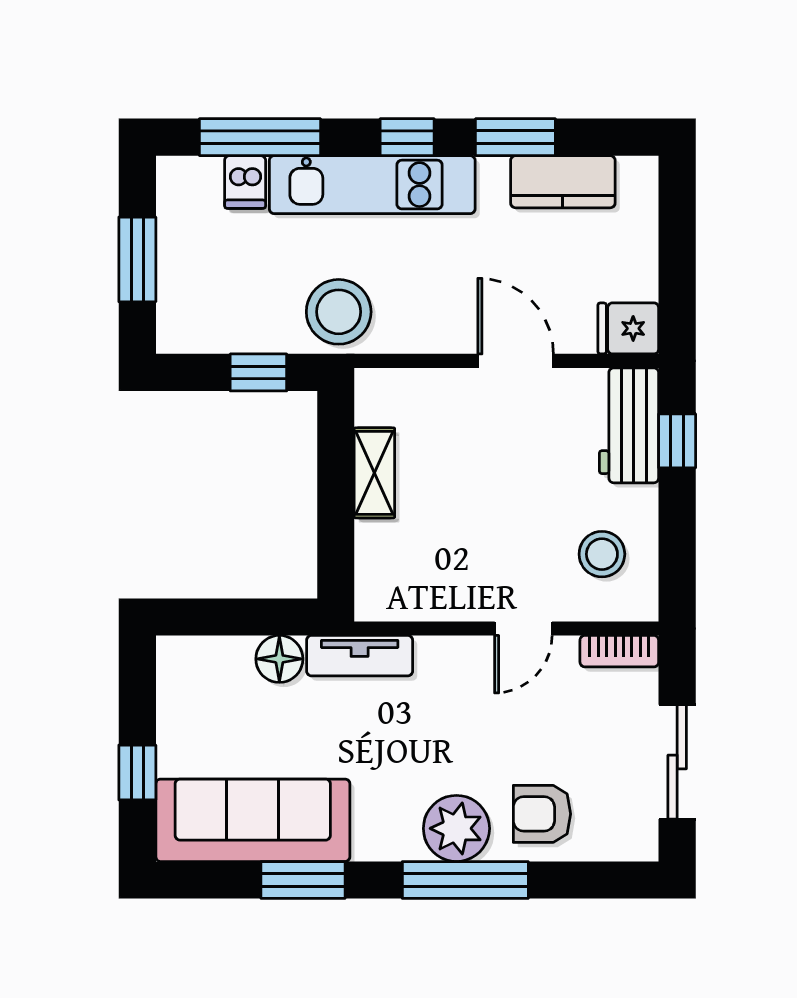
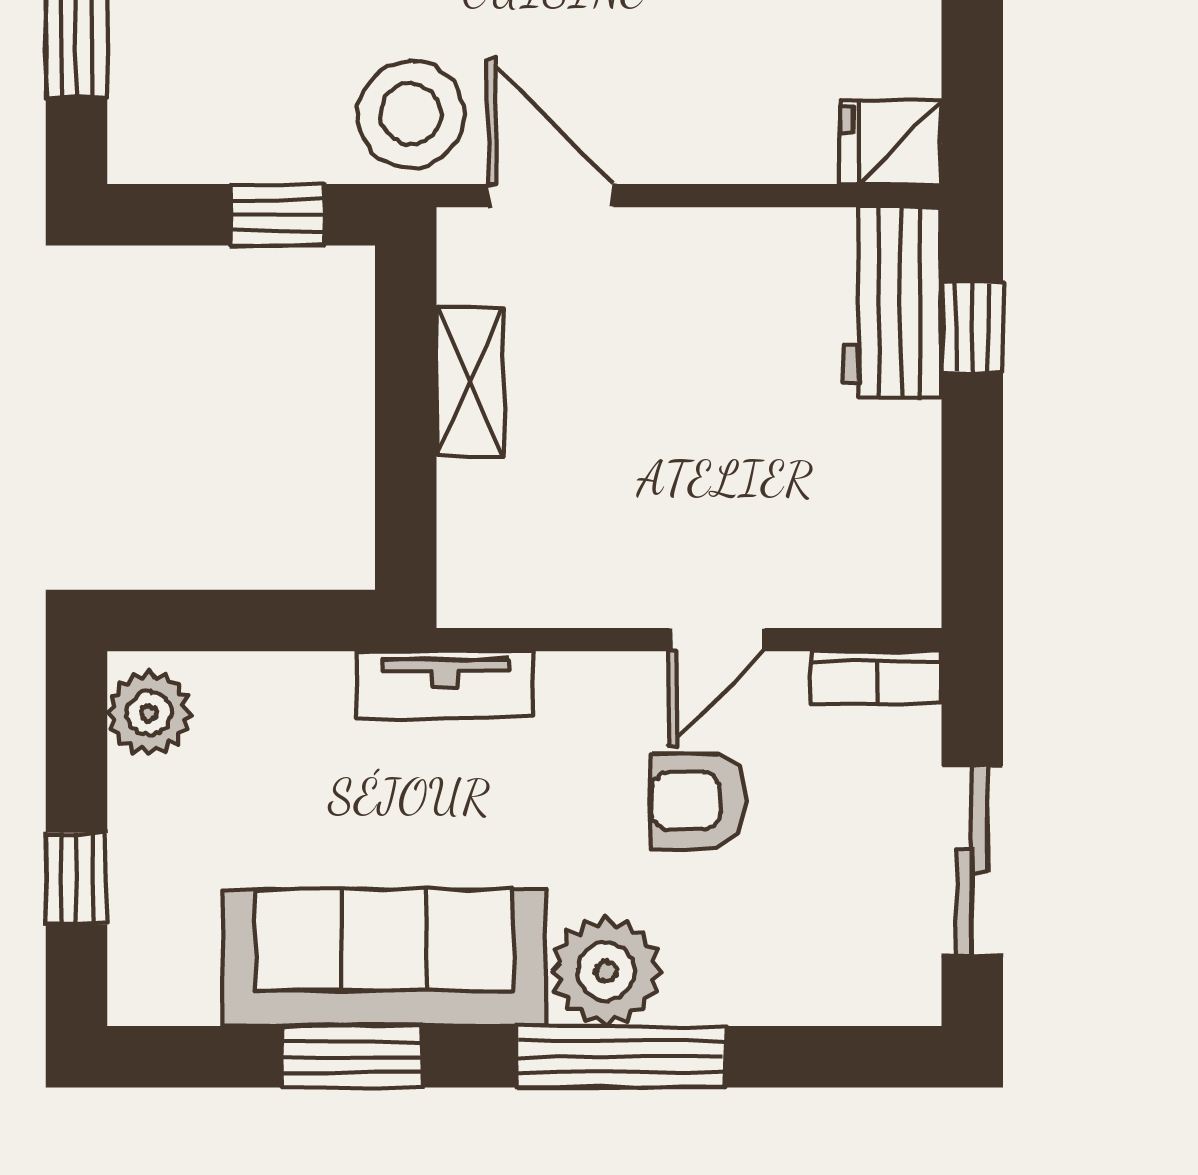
door: (516, 361) -> (551, 196), moved
stool: (602, 554) -> (847, 516), removed
floor lamp: (279, 659) -> (312, 690), removed
plant: (181, 673) -> (149, 713), added
armchair: (542, 814) -> (699, 801), moved
sofa: (253, 820) -> (384, 958), moved

